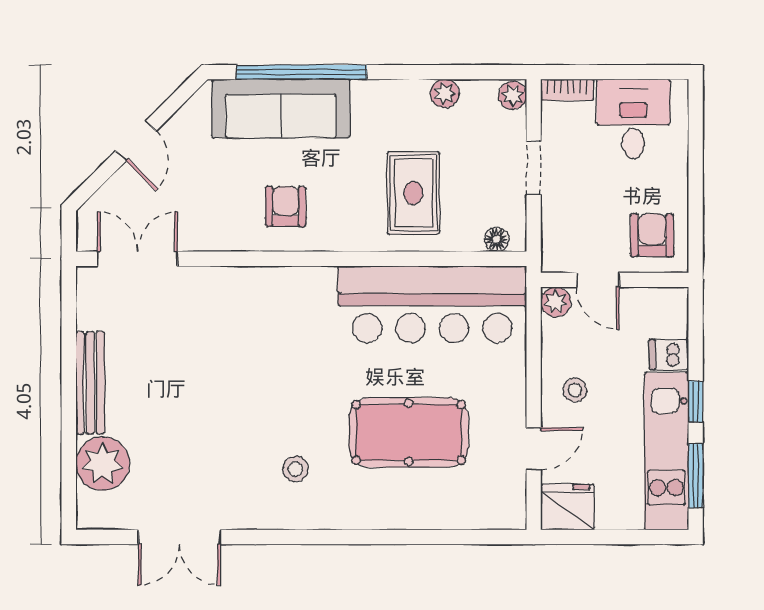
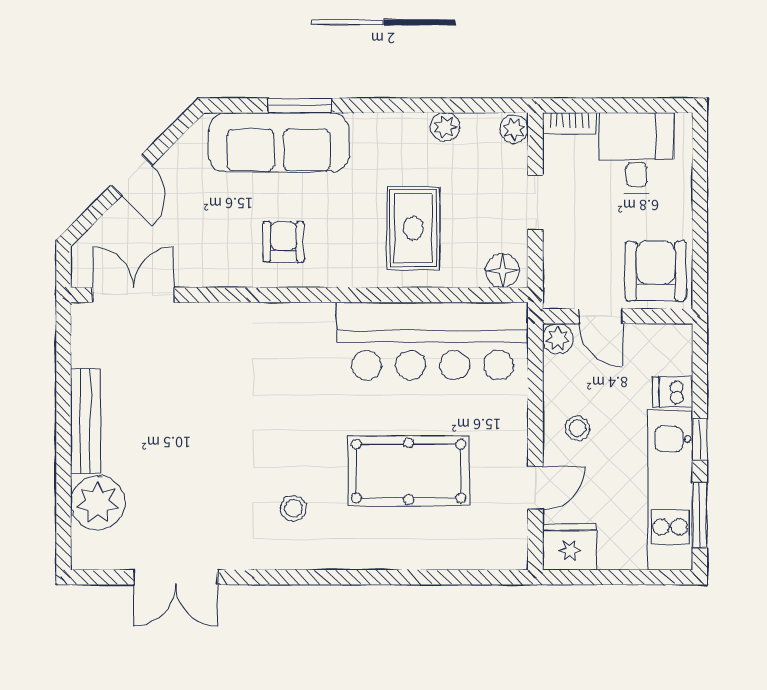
window: (301, 72) -> (300, 105), width x0.47
armchair: (652, 235) -> (656, 271), width x1.38, depth x1.38
floor lamp: (497, 239) -> (502, 271), width x1.37, depth x1.37

